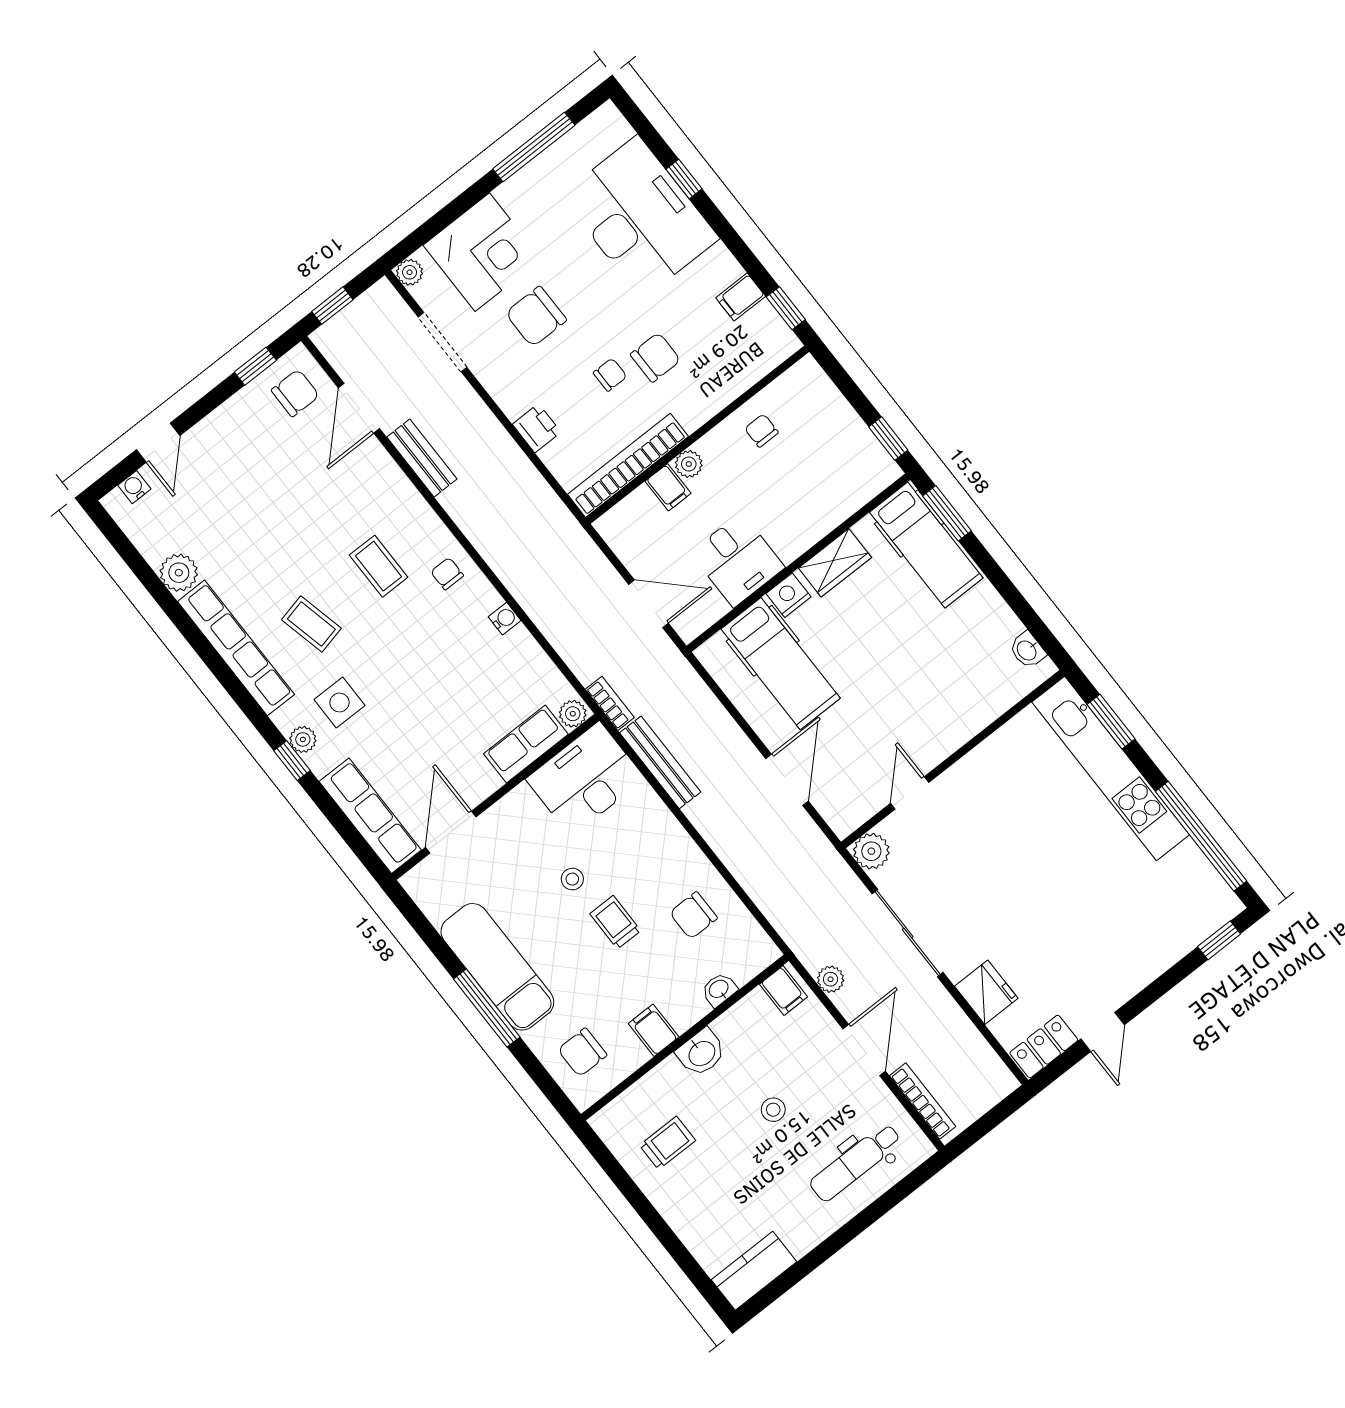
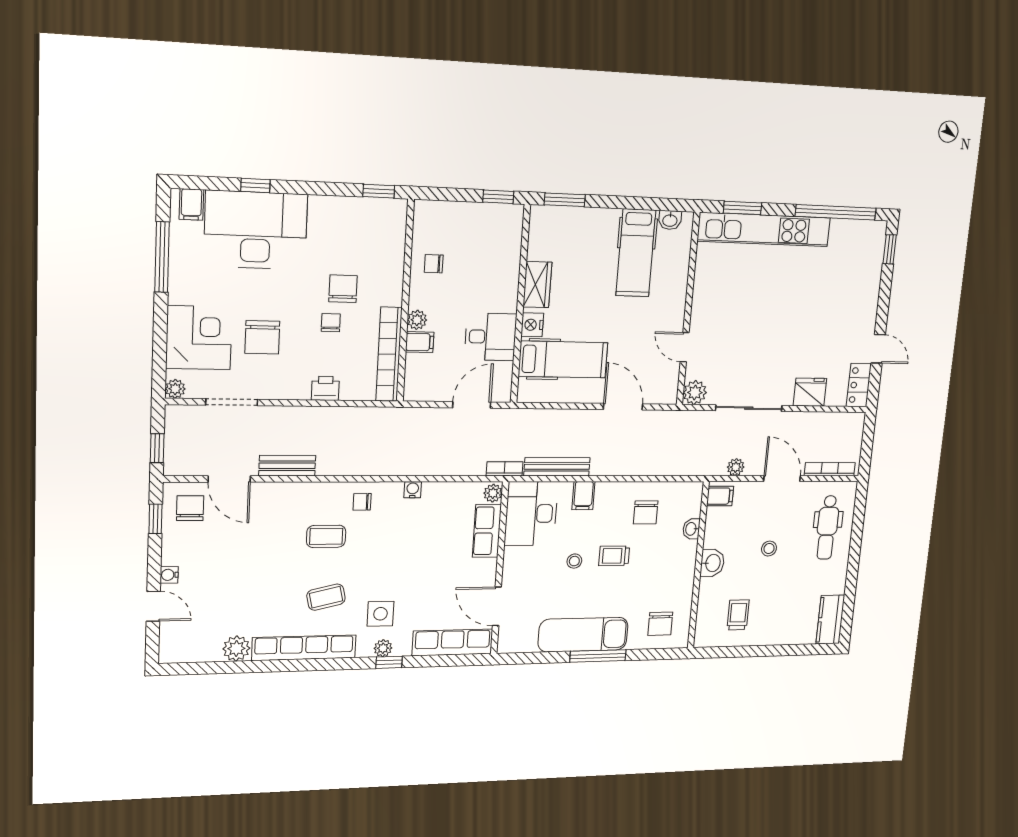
filing cabinet: (741, 297) -> (191, 204), moved
water cooler: (134, 487) -> (169, 575), moved
hospital bed: (926, 545) -> (636, 253), moved, turned 90
filing cabinet: (654, 1030) -> (583, 496), moved, turned -90

